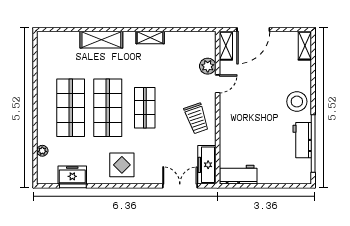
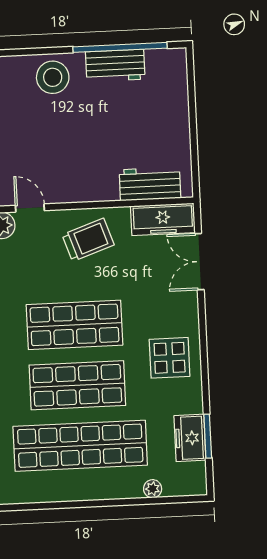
shop shelf: (71, 108) -> (80, 446), width x1.40
shop shelf: (145, 108) -> (75, 325), width x1.43, depth x1.36
workbench: (238, 175) -> (150, 184), moved, turned 90

